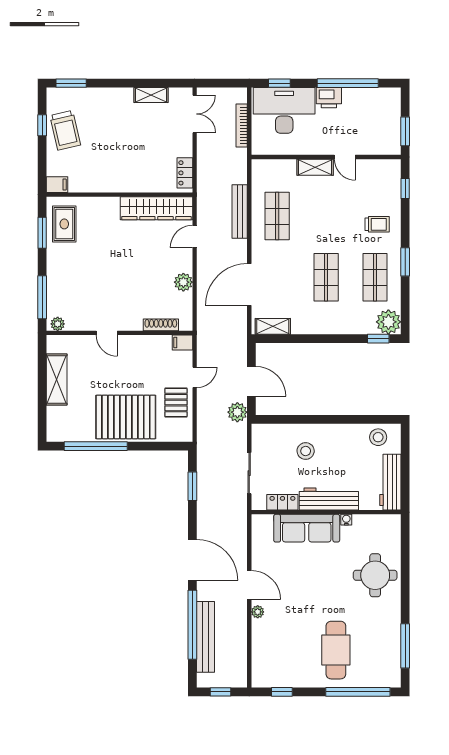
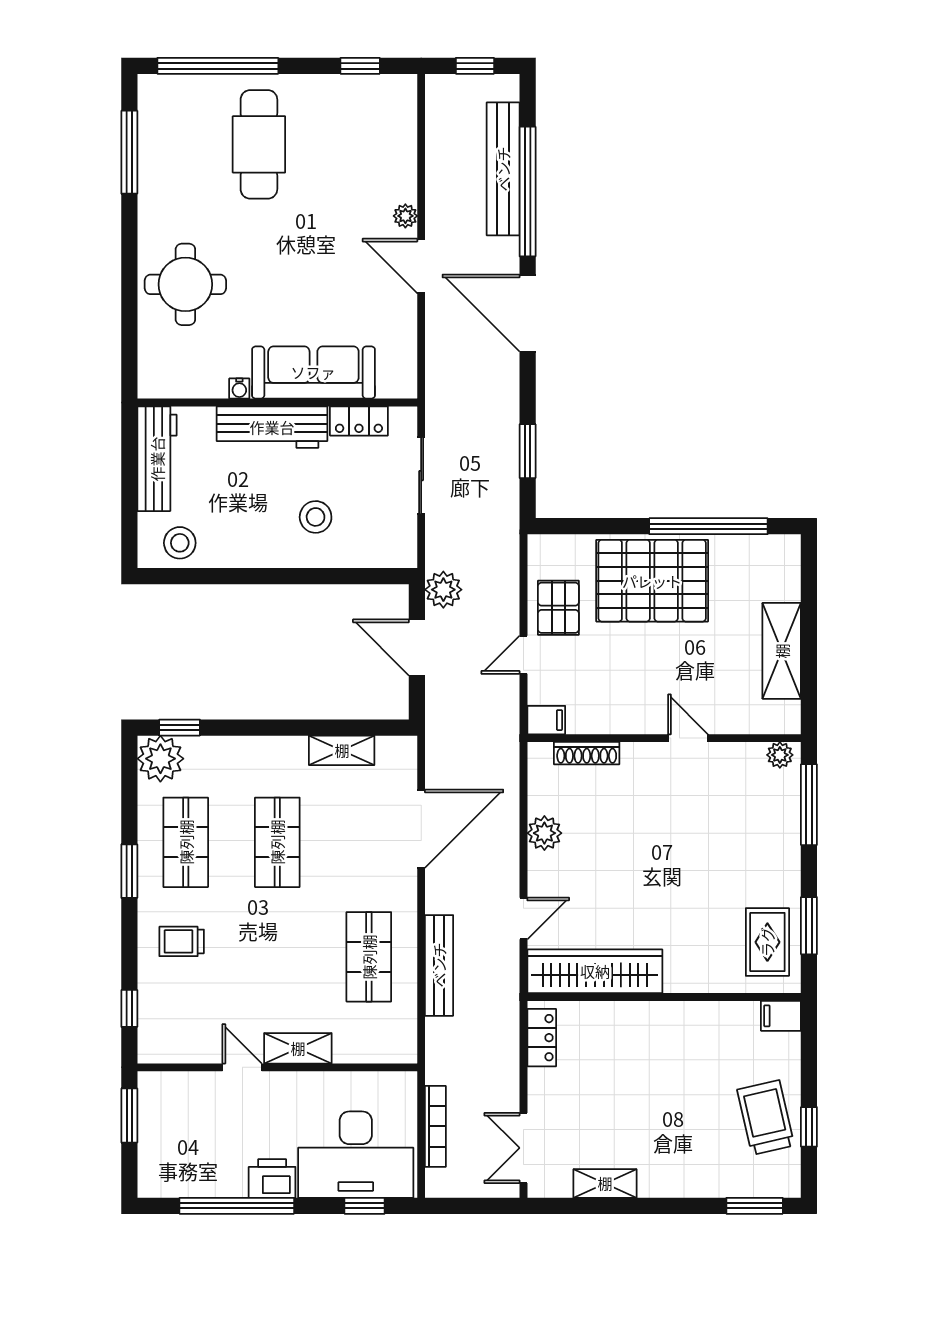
shelving: (273, 326) -> (342, 750), moved

